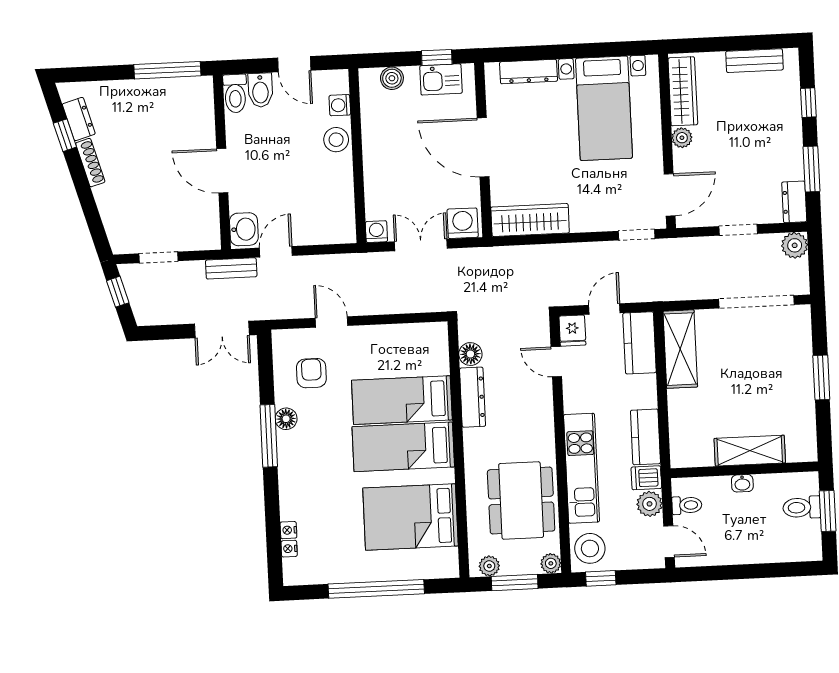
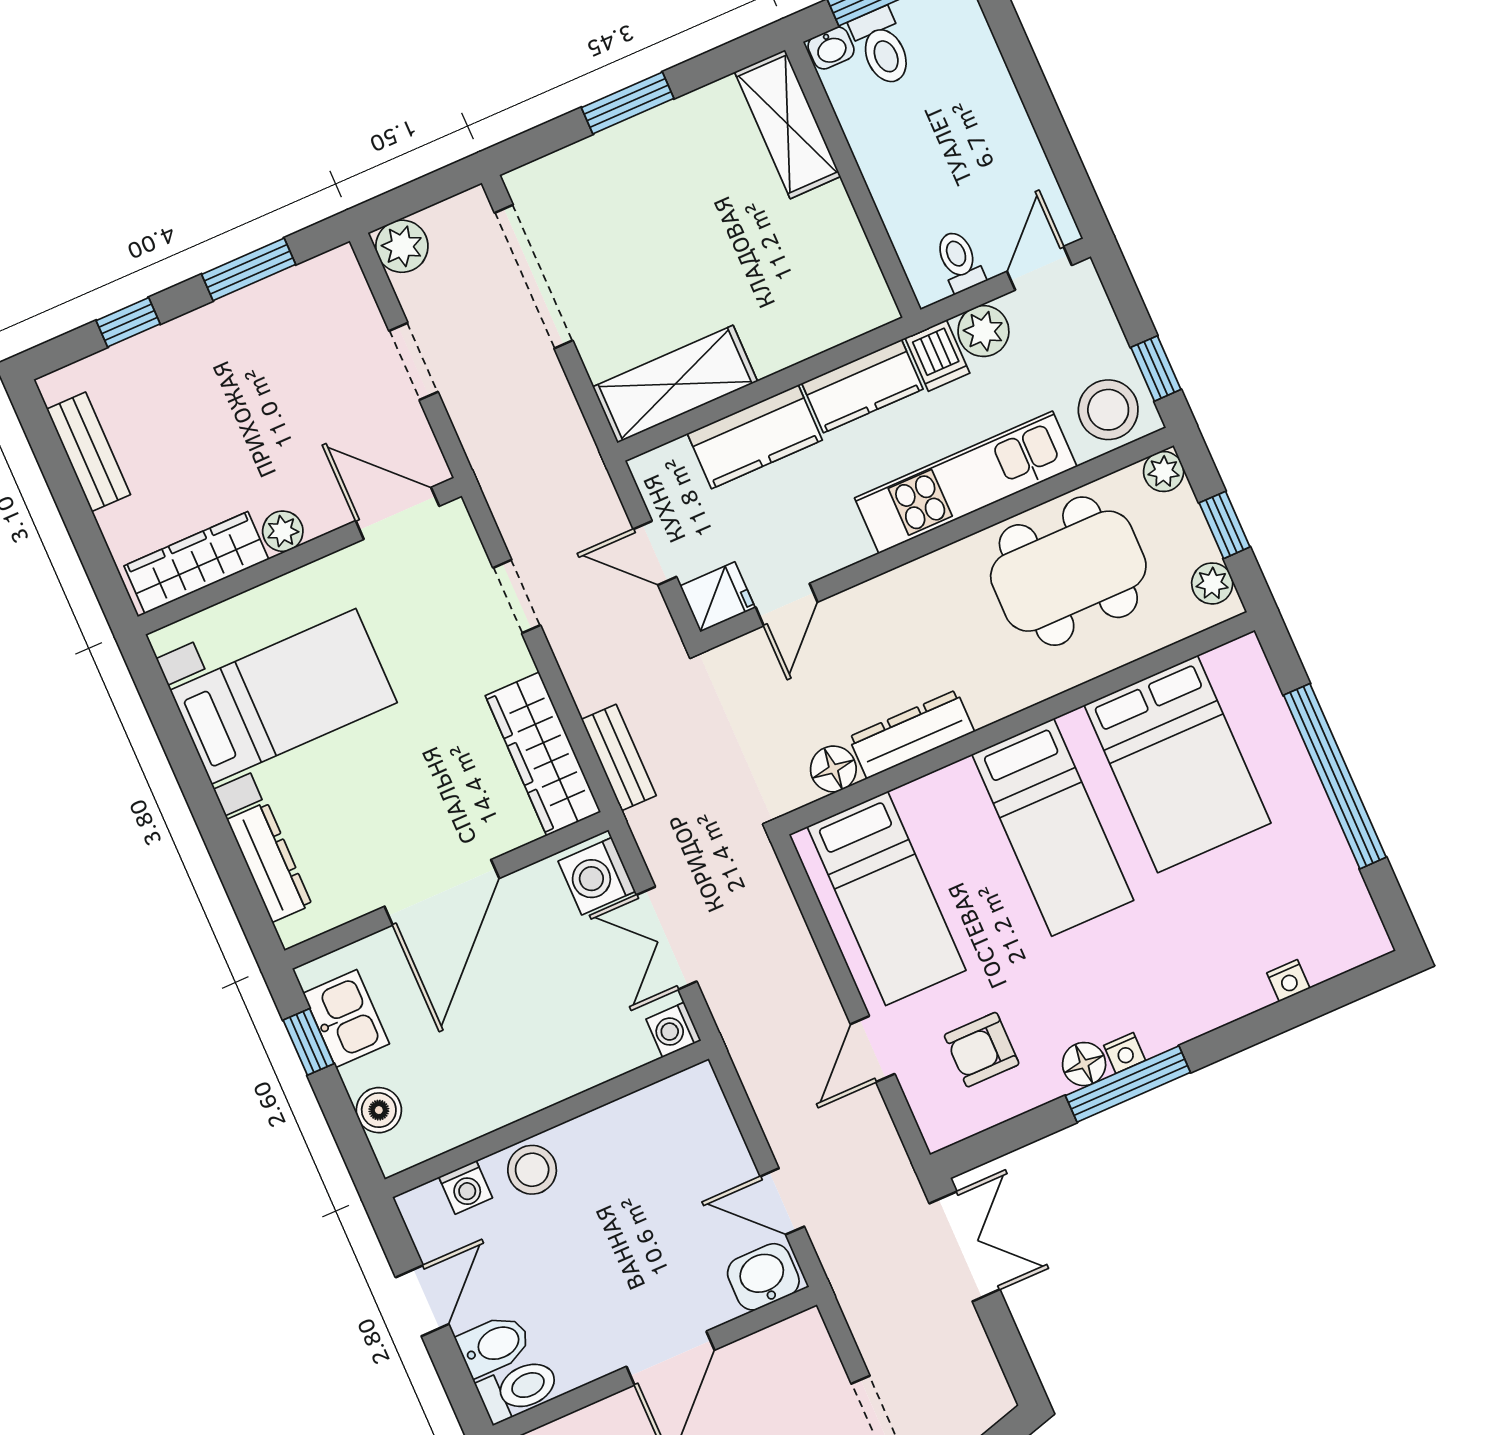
dresser: (794, 202) -> (322, 278), removed
doorway: (637, 235) -> (517, 596), moved
bench: (231, 268) -> (619, 757), moved
kitchen counter: (639, 343) -> (755, 437), moved
bed: (402, 400) -> (887, 898), moved
shelving: (750, 451) -> (788, 124), moved
washbasin: (742, 483) -> (831, 48), moved, turned 90
nightstand: (289, 549) -> (1125, 1053), moved
window: (515, 582) -> (1225, 525), width x0.67

